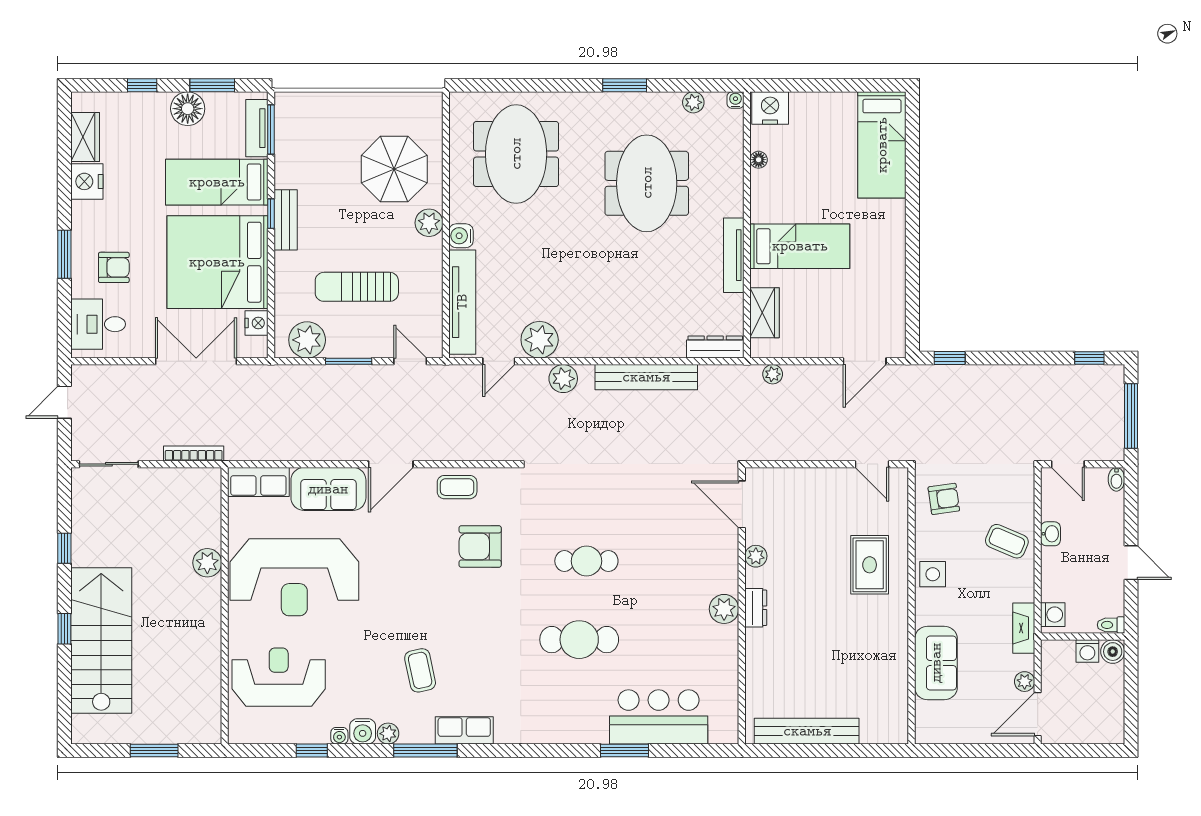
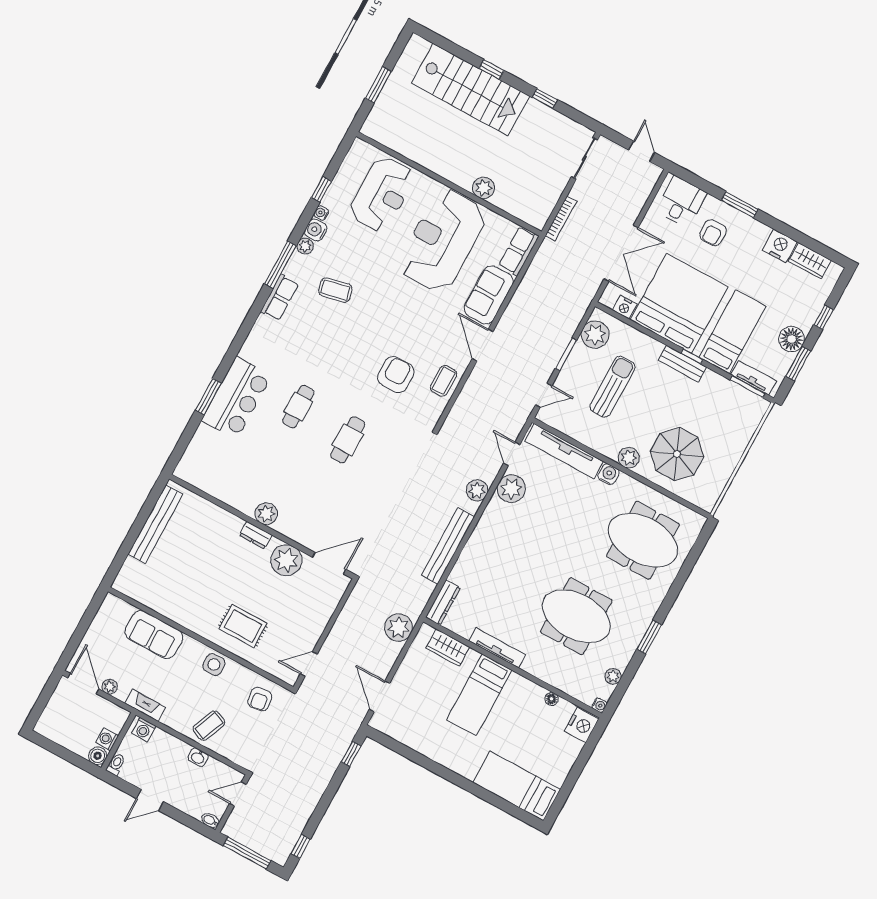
plant: (773, 374) -> (399, 628), width x1.88, depth x1.88
plant: (756, 556) -> (286, 560), width x1.88, depth x1.88
cafe table: (579, 640) -> (298, 407), width x0.73, depth x0.74
bar counter: (659, 717) -> (237, 398), moved

